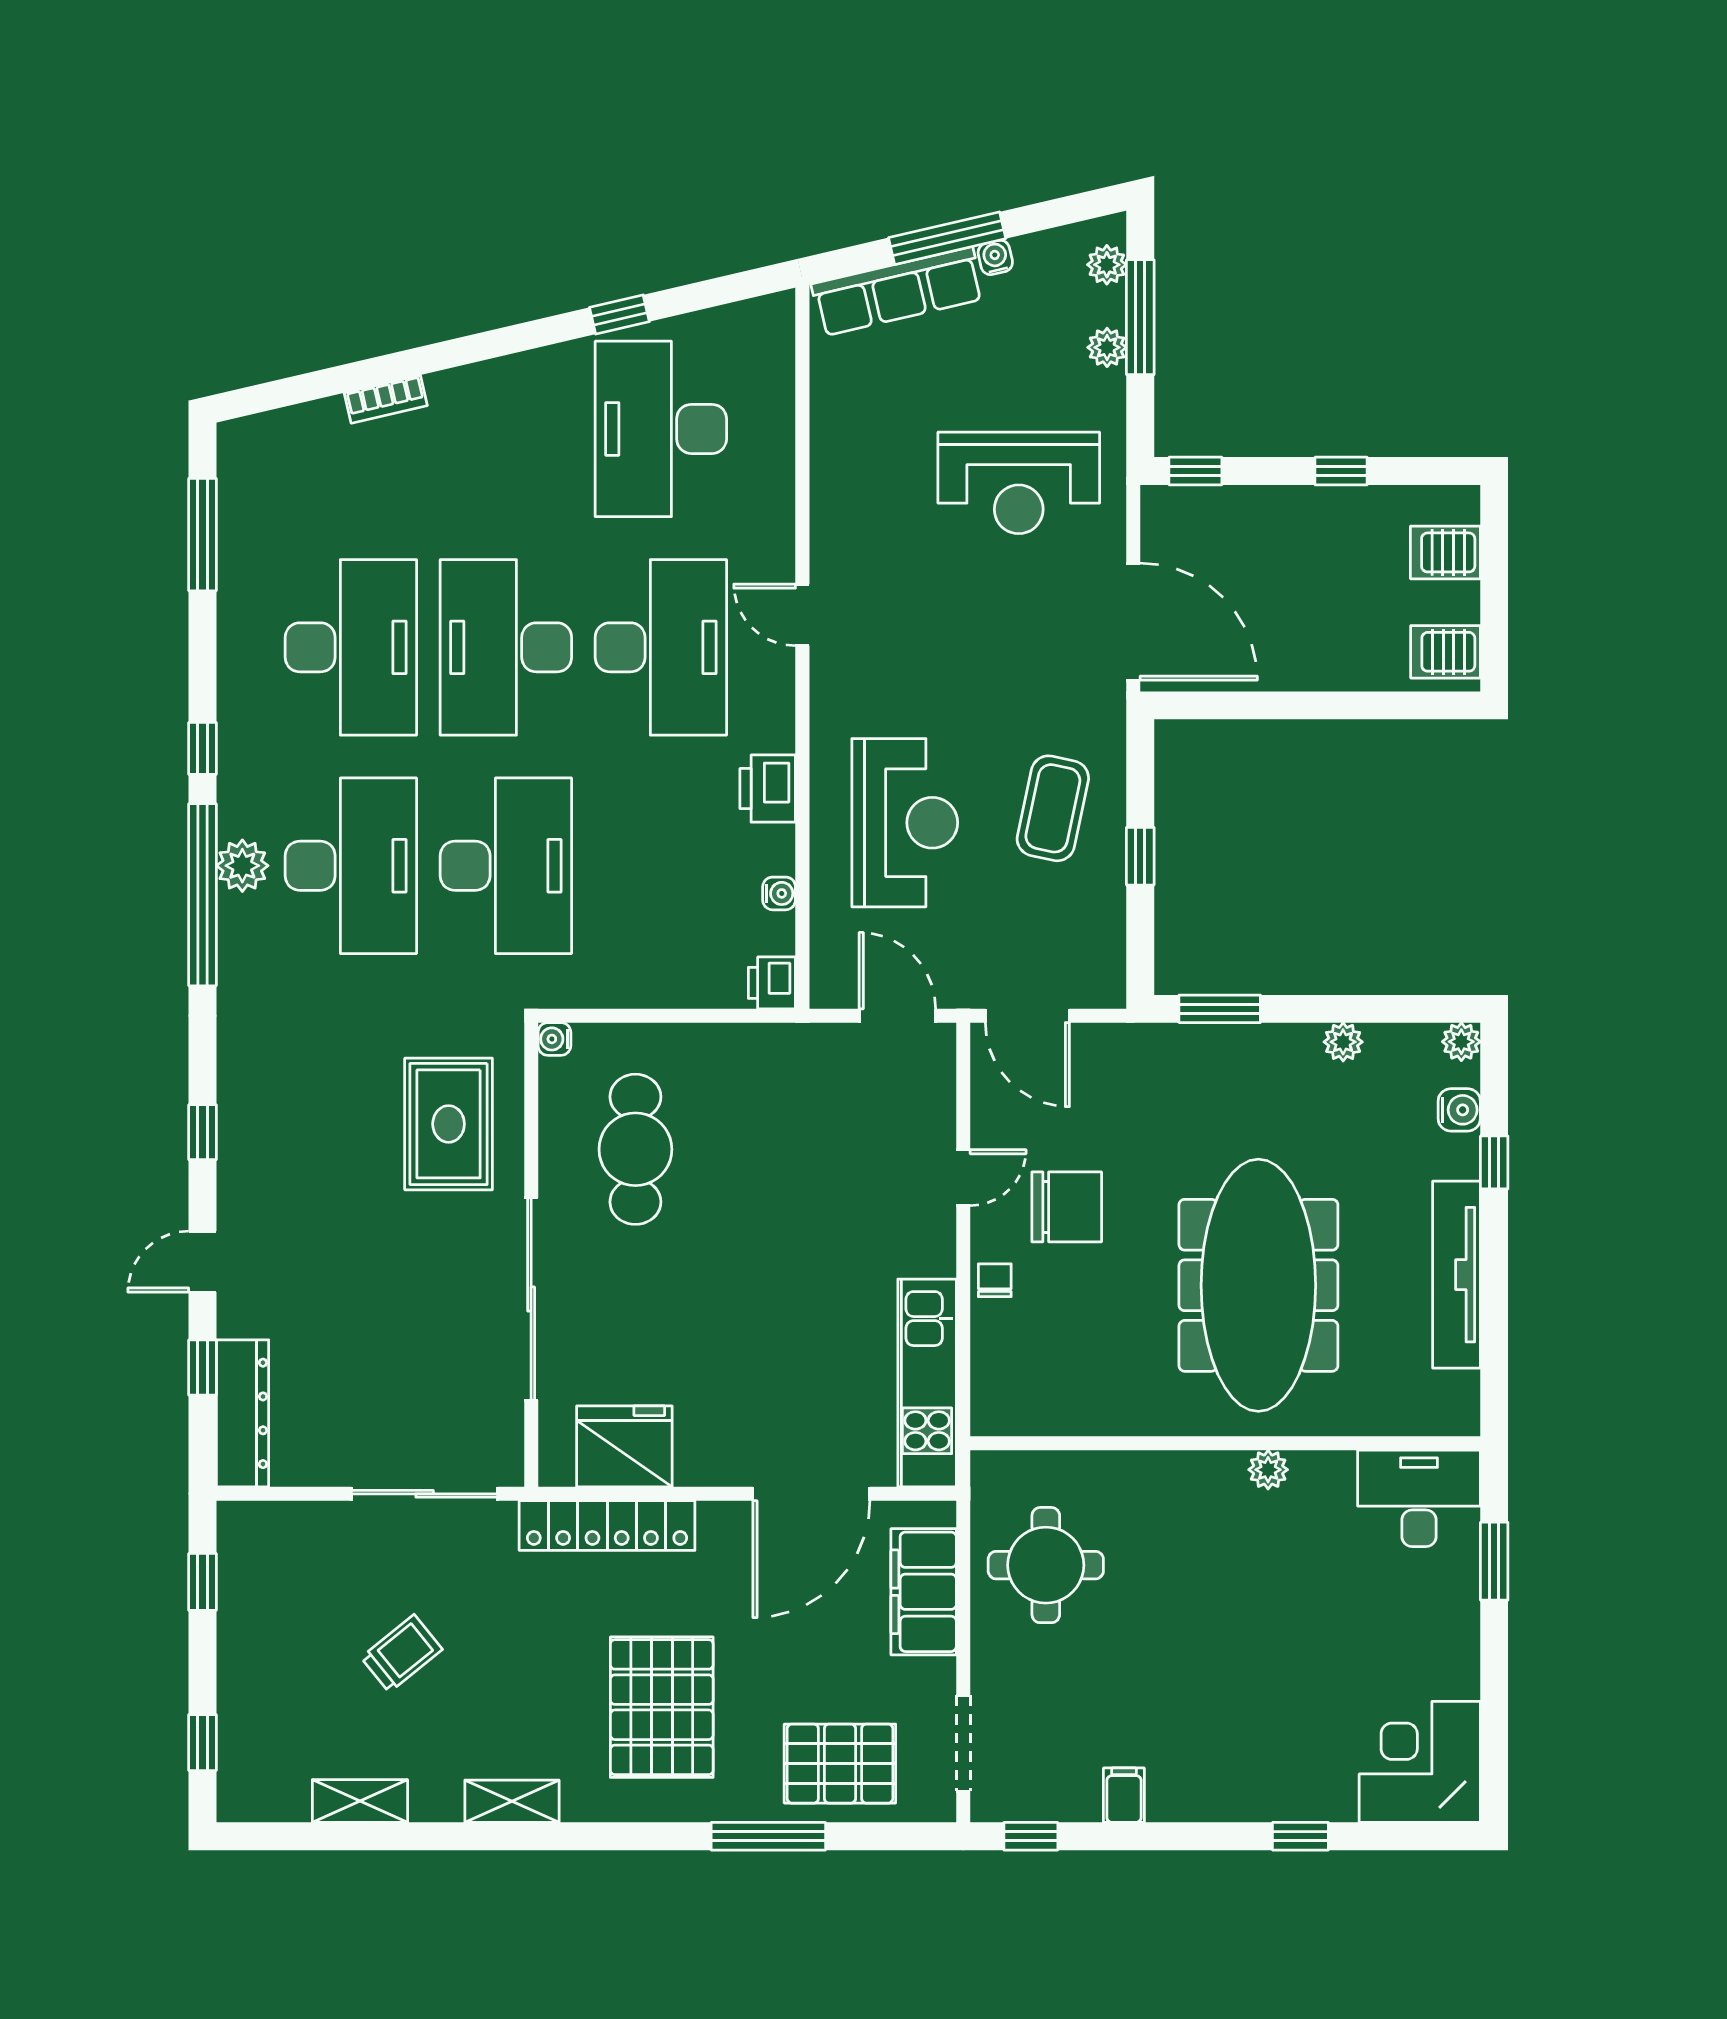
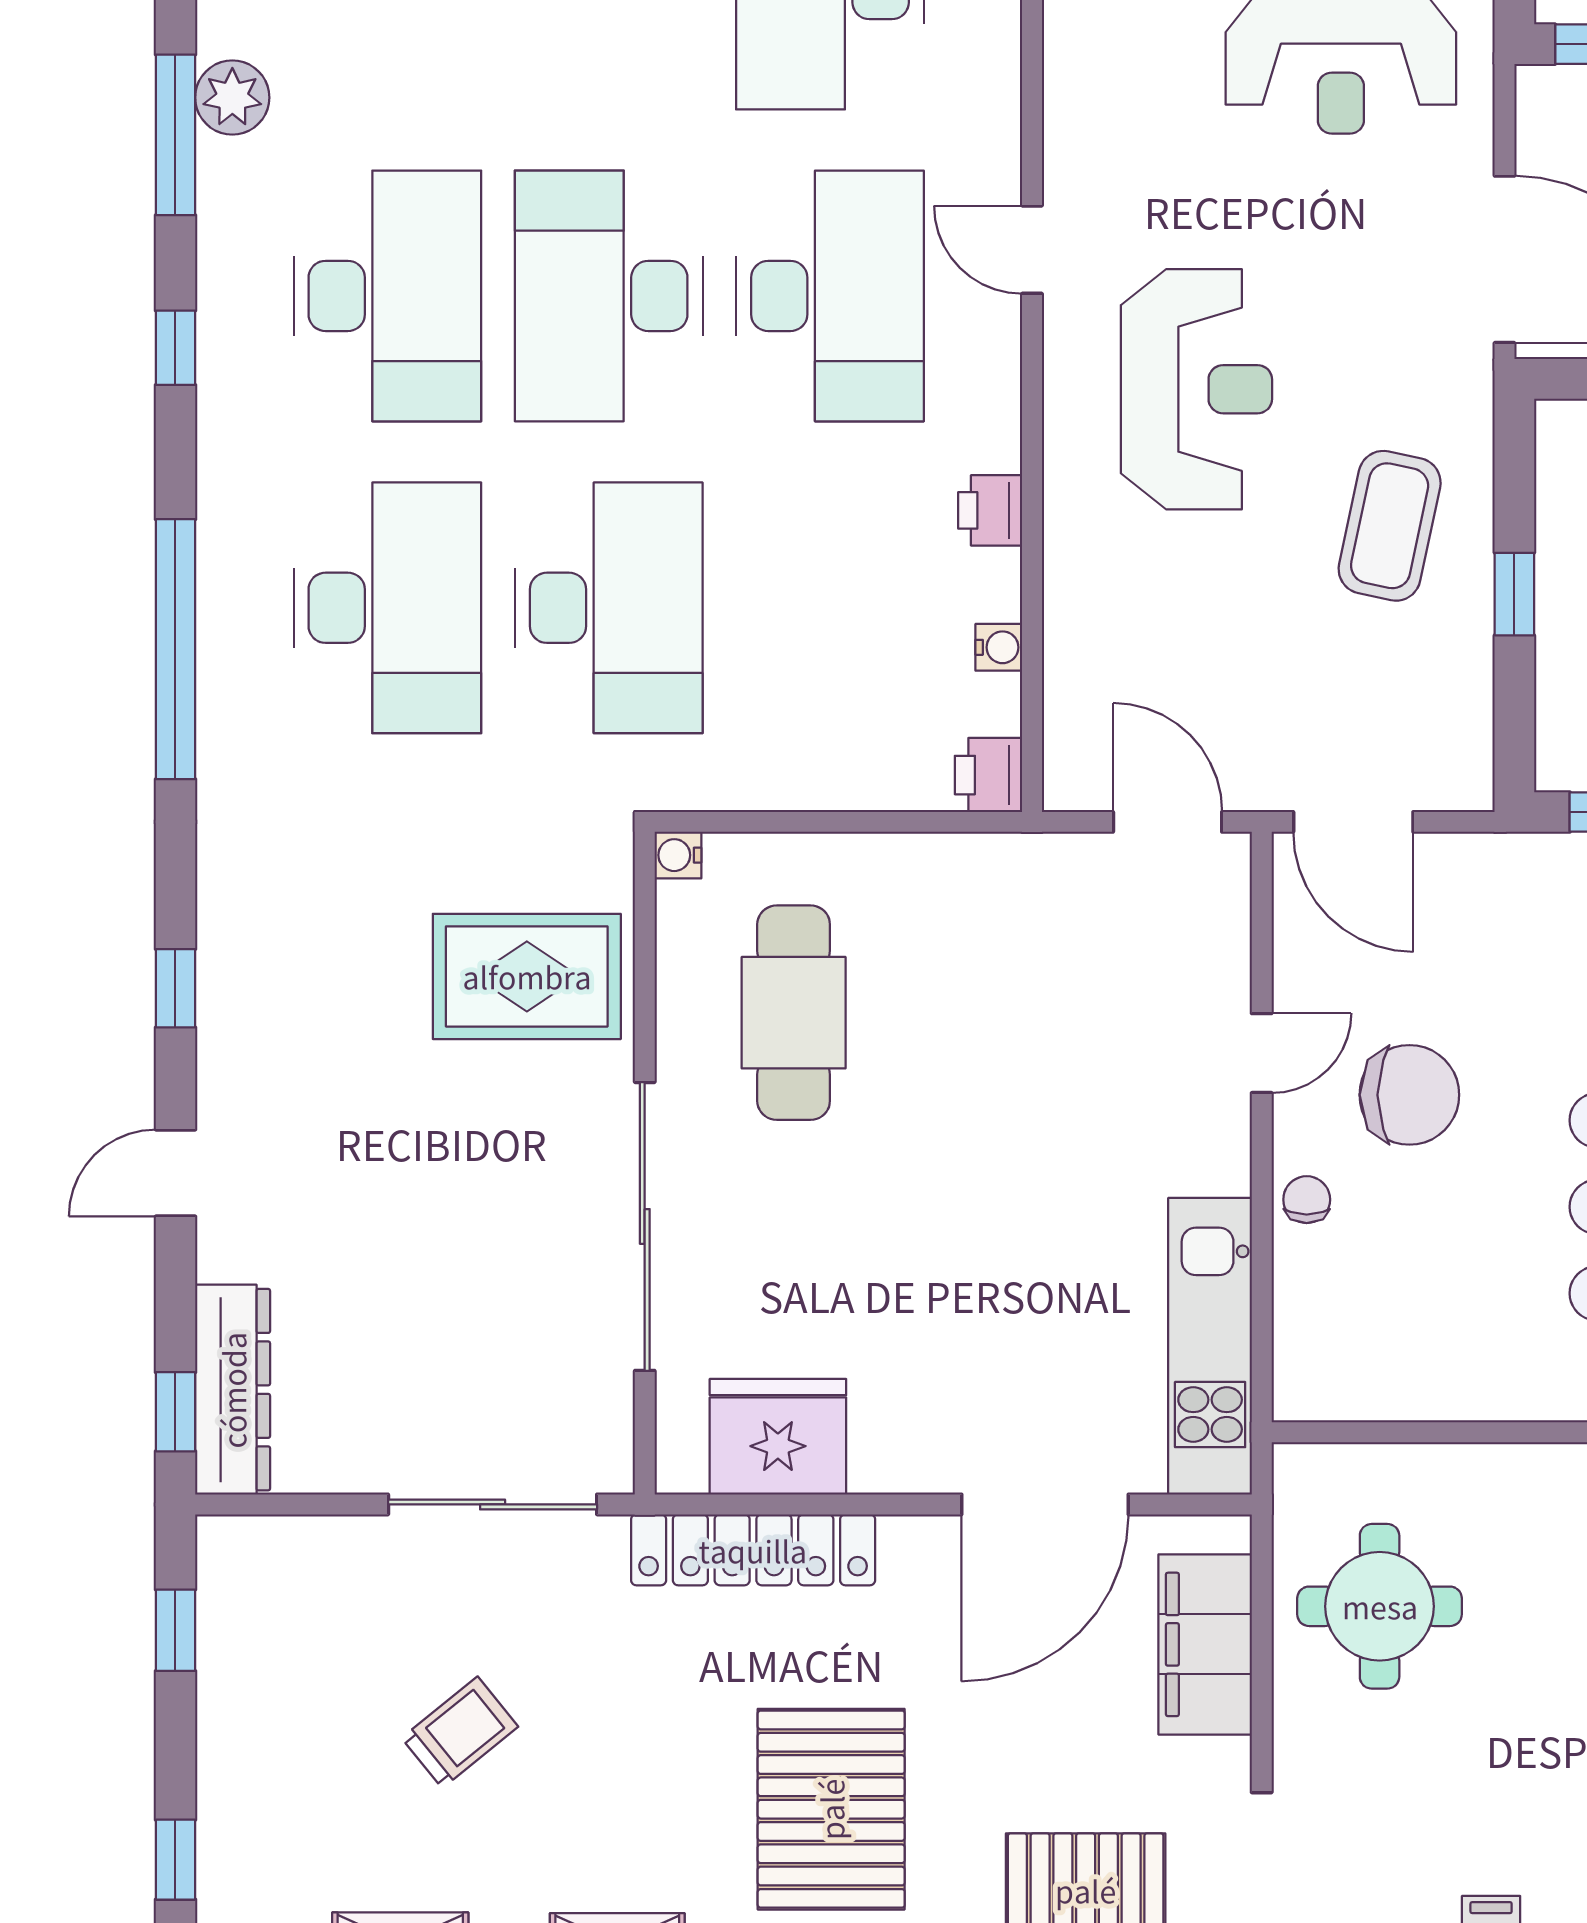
window: (202, 748) -> (175, 348), moved
printer: (768, 789) -> (990, 510), width x0.73, depth x0.81
reception desk: (905, 823) -> (1196, 389), moved
plant: (242, 866) -> (232, 98), moved
rug: (449, 1124) -> (527, 976), turned 90
window: (202, 1368) -> (175, 1412), moved

